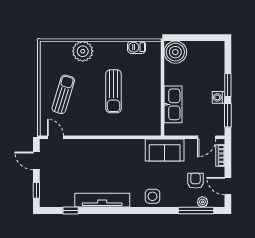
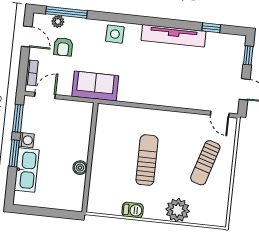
barbecue: (137, 47) -> (133, 210), moved
boiler: (175, 52) -> (80, 168), moved, width x0.54, depth x0.54
kitchen sink: (173, 104) -> (27, 170), moved, turned 180

